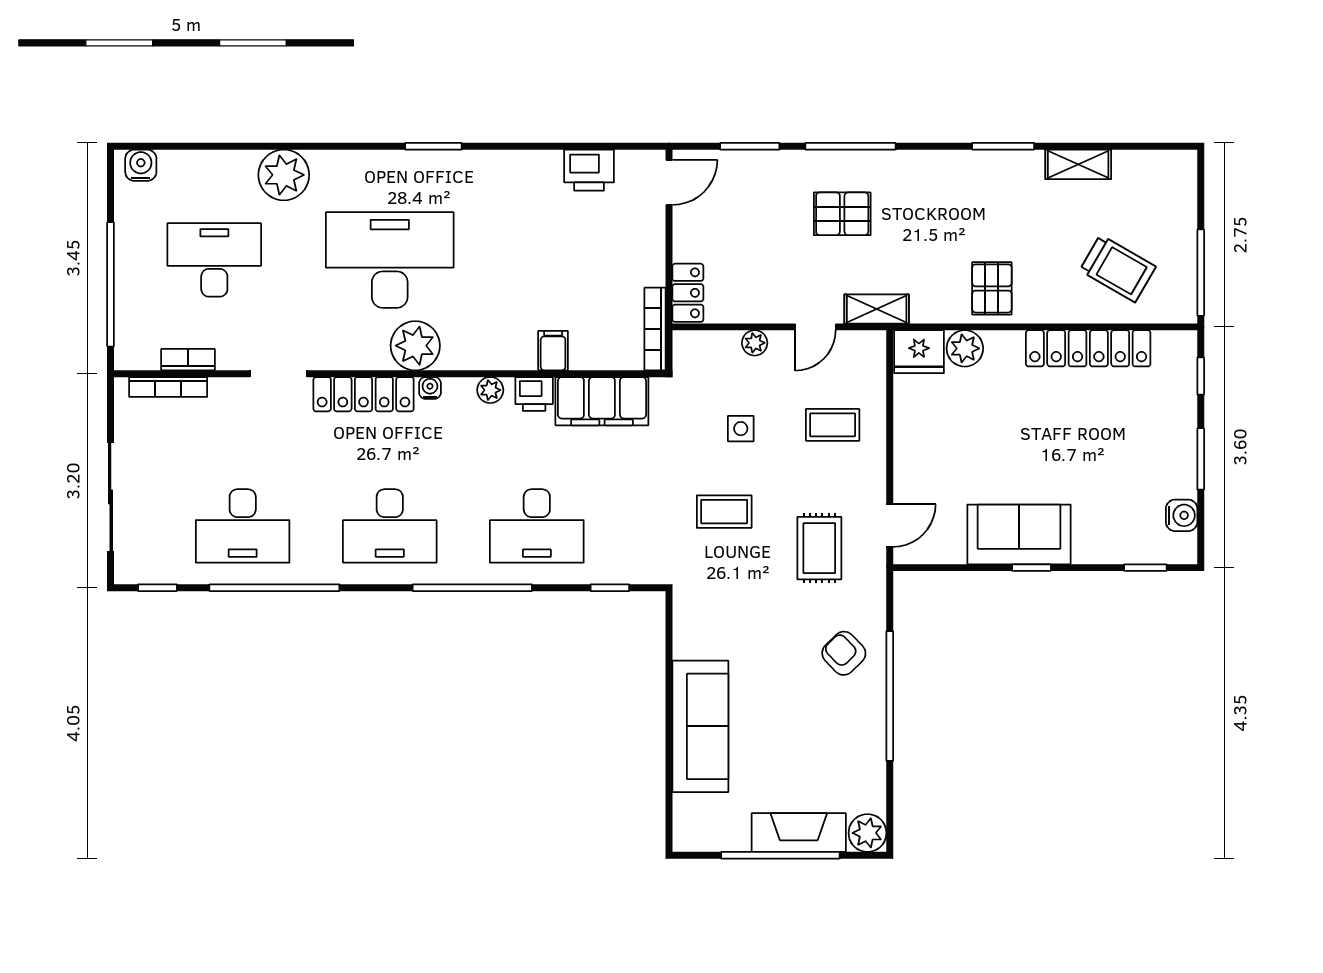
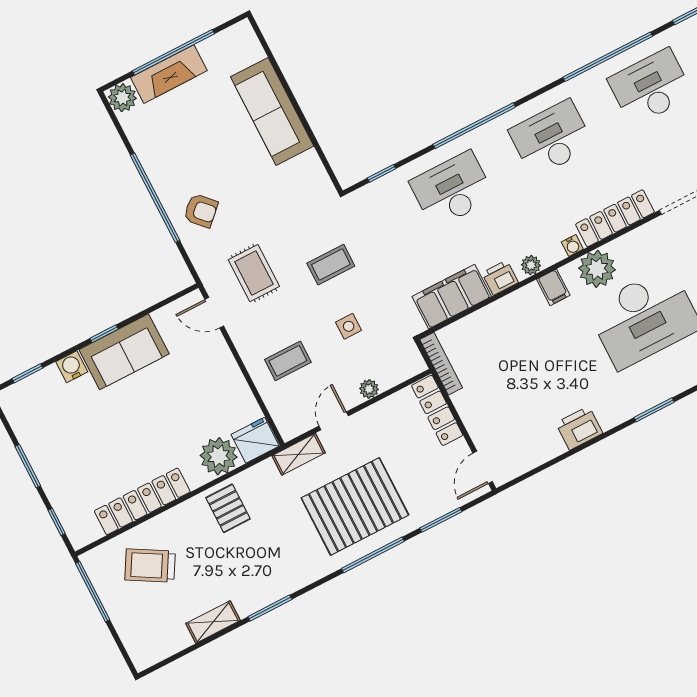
printer: (589, 170) -> (579, 428), moved
pallet: (842, 214) -> (355, 506), width x2.05, depth x2.00
locker: (688, 293) -> (437, 410), width x1.53
plant: (965, 348) -> (219, 456), width x1.36, depth x1.36
filing cabinet: (553, 351) -> (553, 287), moved
water cooler: (1182, 515) -> (72, 367), moved, turned 90
door: (890, 526) -> (214, 313), hinge flipped

